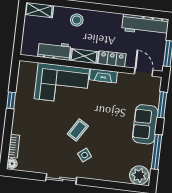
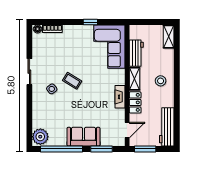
stool: (77, 20) -> (161, 81), moved
corner sofa: (62, 84) -> (109, 47), moved
window: (157, 152) -> (62, 149), width x1.46

